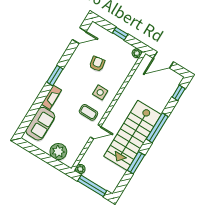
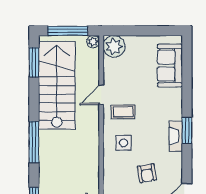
fireplace: (51, 97) -> (176, 136), moved
stairs: (133, 135) -> (57, 85), moved
plant: (58, 152) -> (114, 46), moved
window: (136, 163) -> (34, 62), moved

